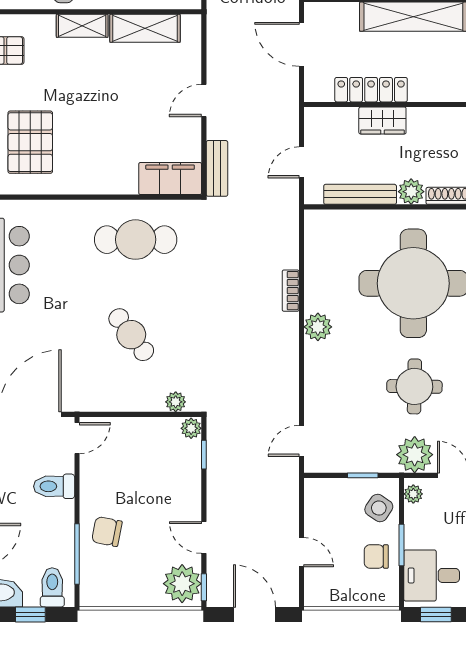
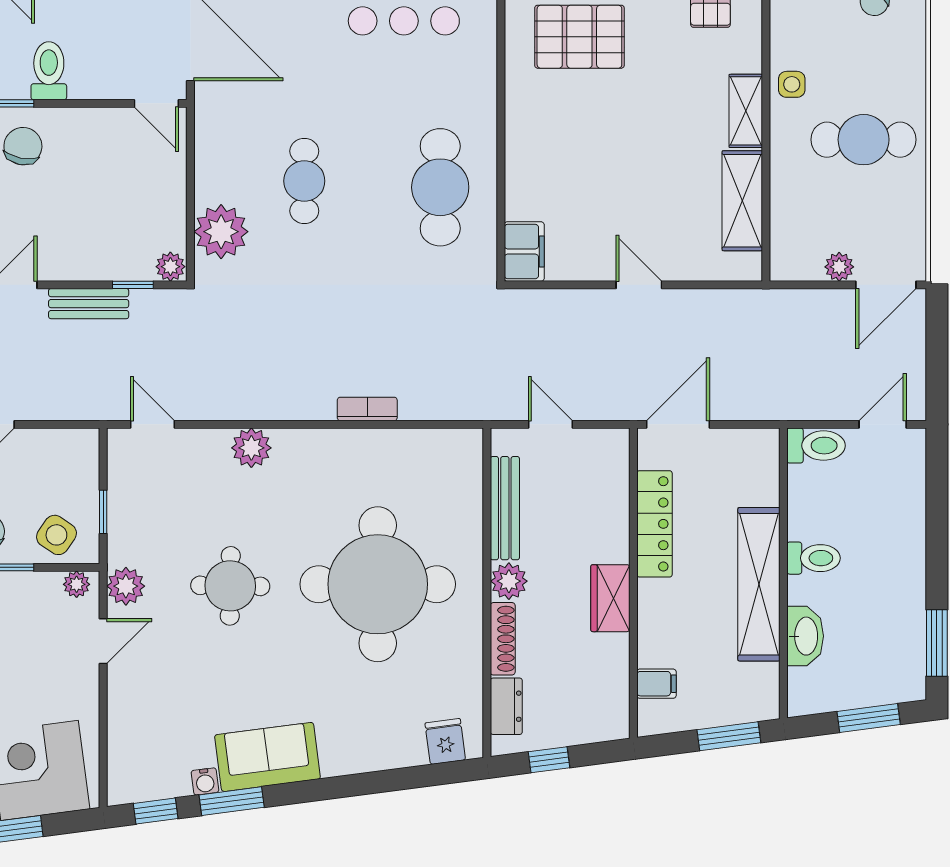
door: (301, 44) -> (678, 424), moved
wardrobe: (382, 121) -> (610, 598), moved
bench: (217, 168) -> (89, 304), moved
filing cabinet: (170, 179) -> (524, 252), width x0.67, depth x0.86
plant: (318, 327) -> (251, 448), moved
cafe table: (131, 335) -> (304, 181), turned -53
plant: (176, 402) -> (221, 232), width x1.87, depth x1.87
plant: (415, 455) -> (126, 586), width x0.73, depth x0.73
toilet: (54, 486) -> (49, 71), moved

